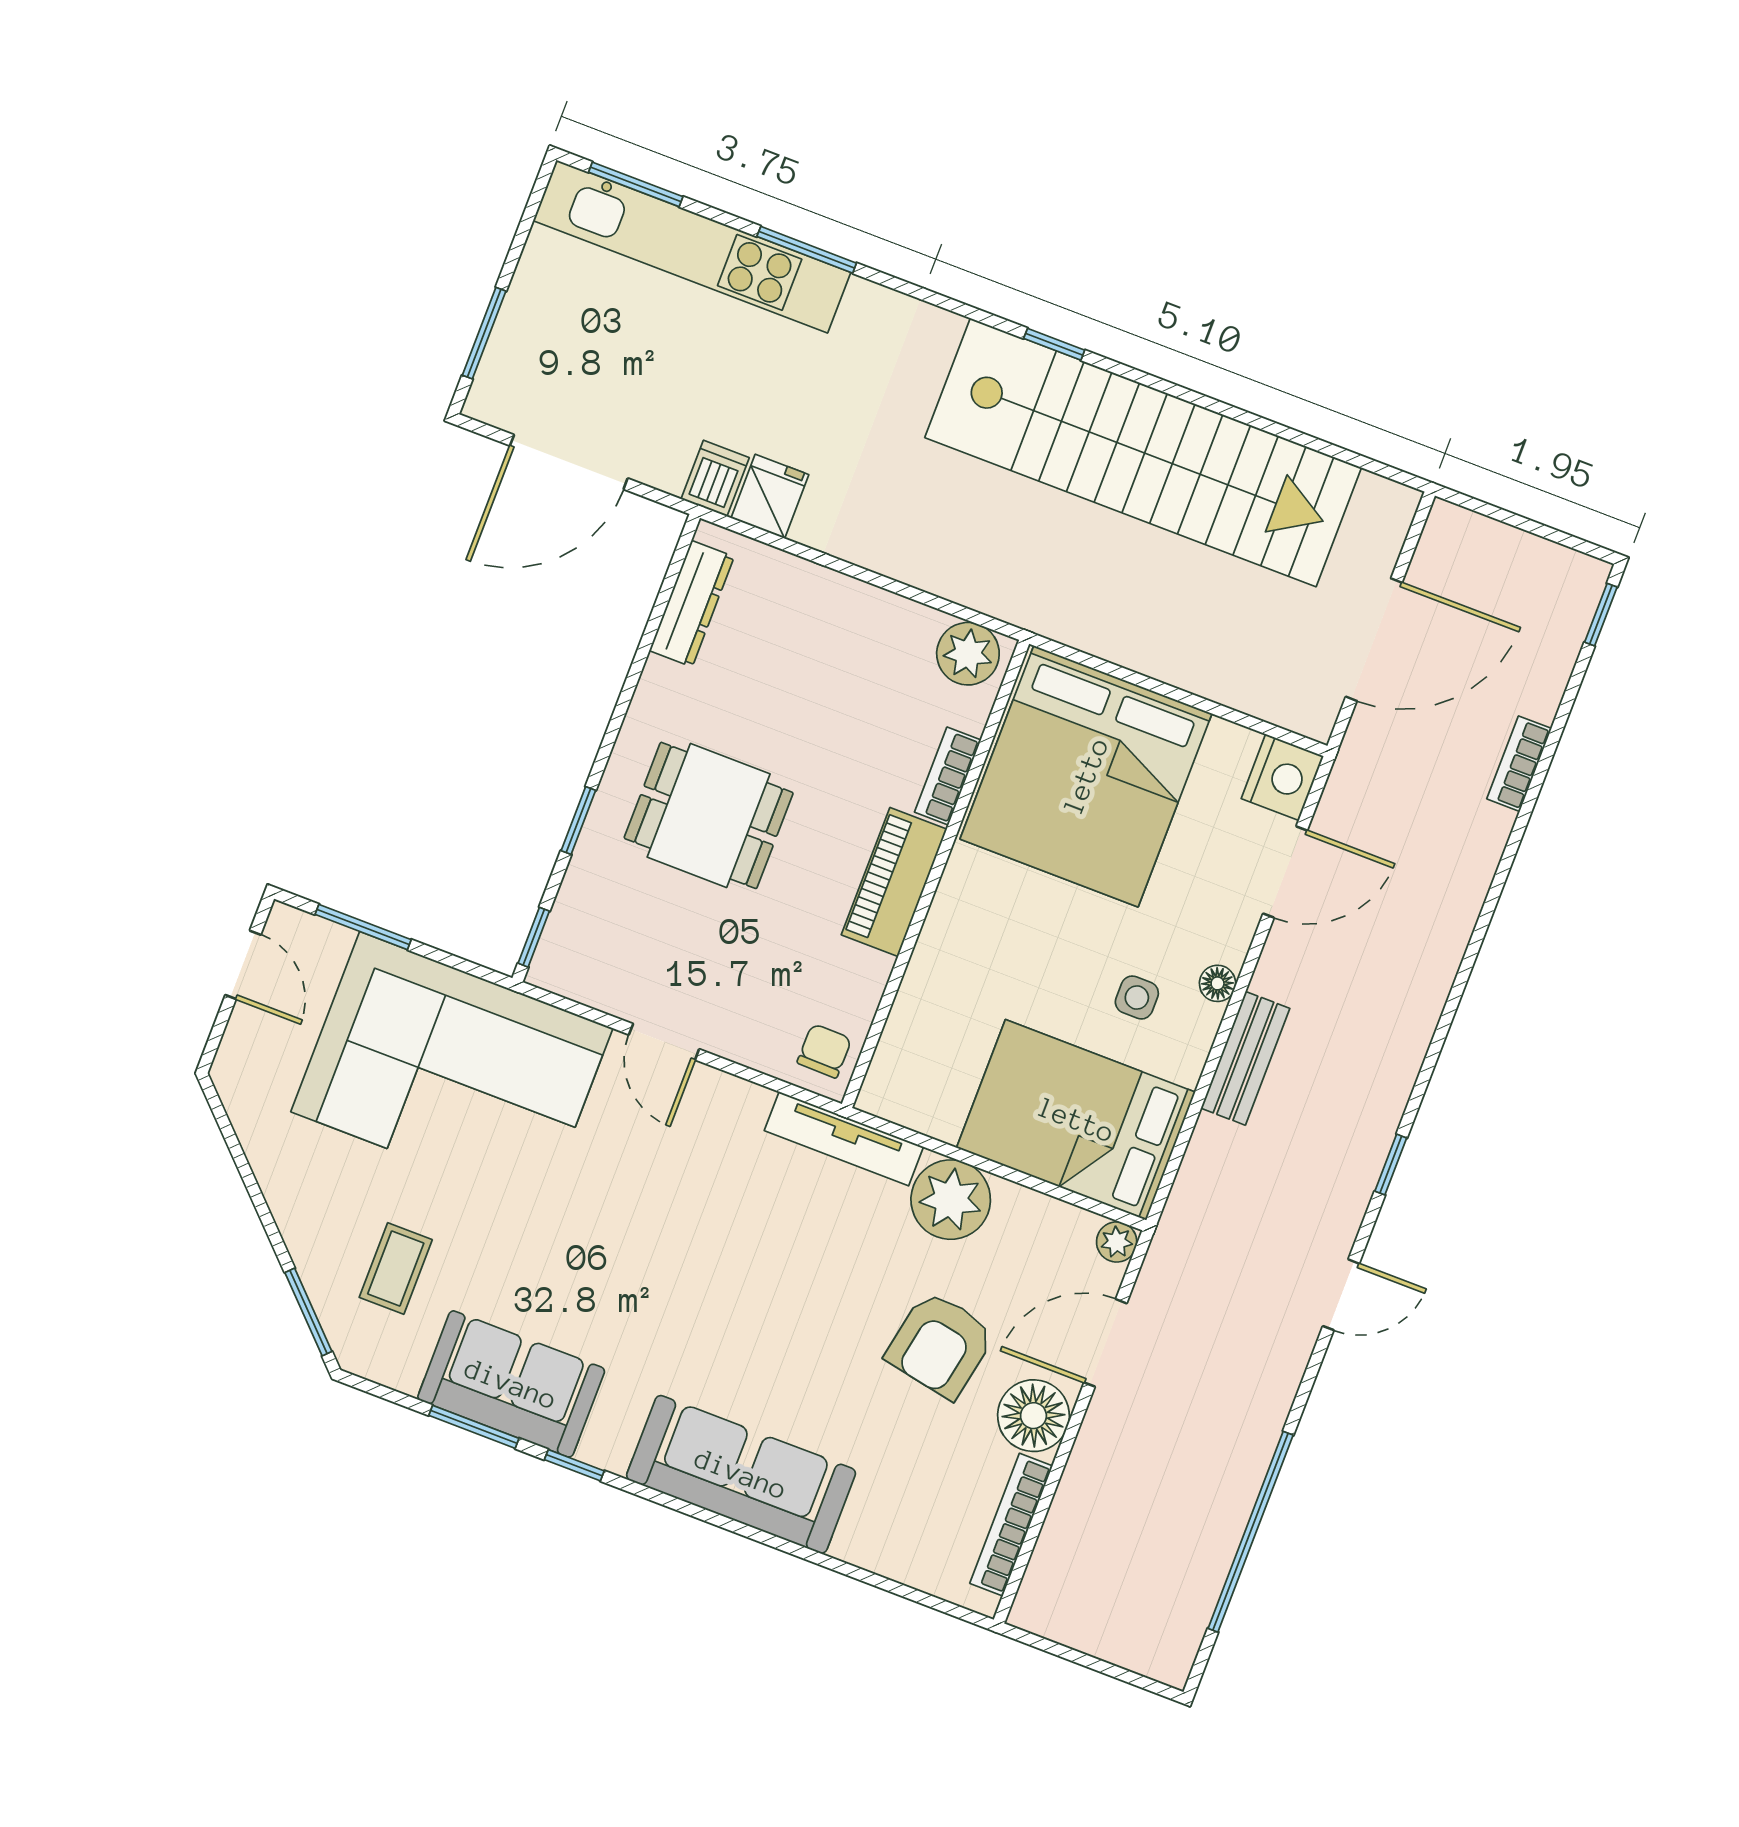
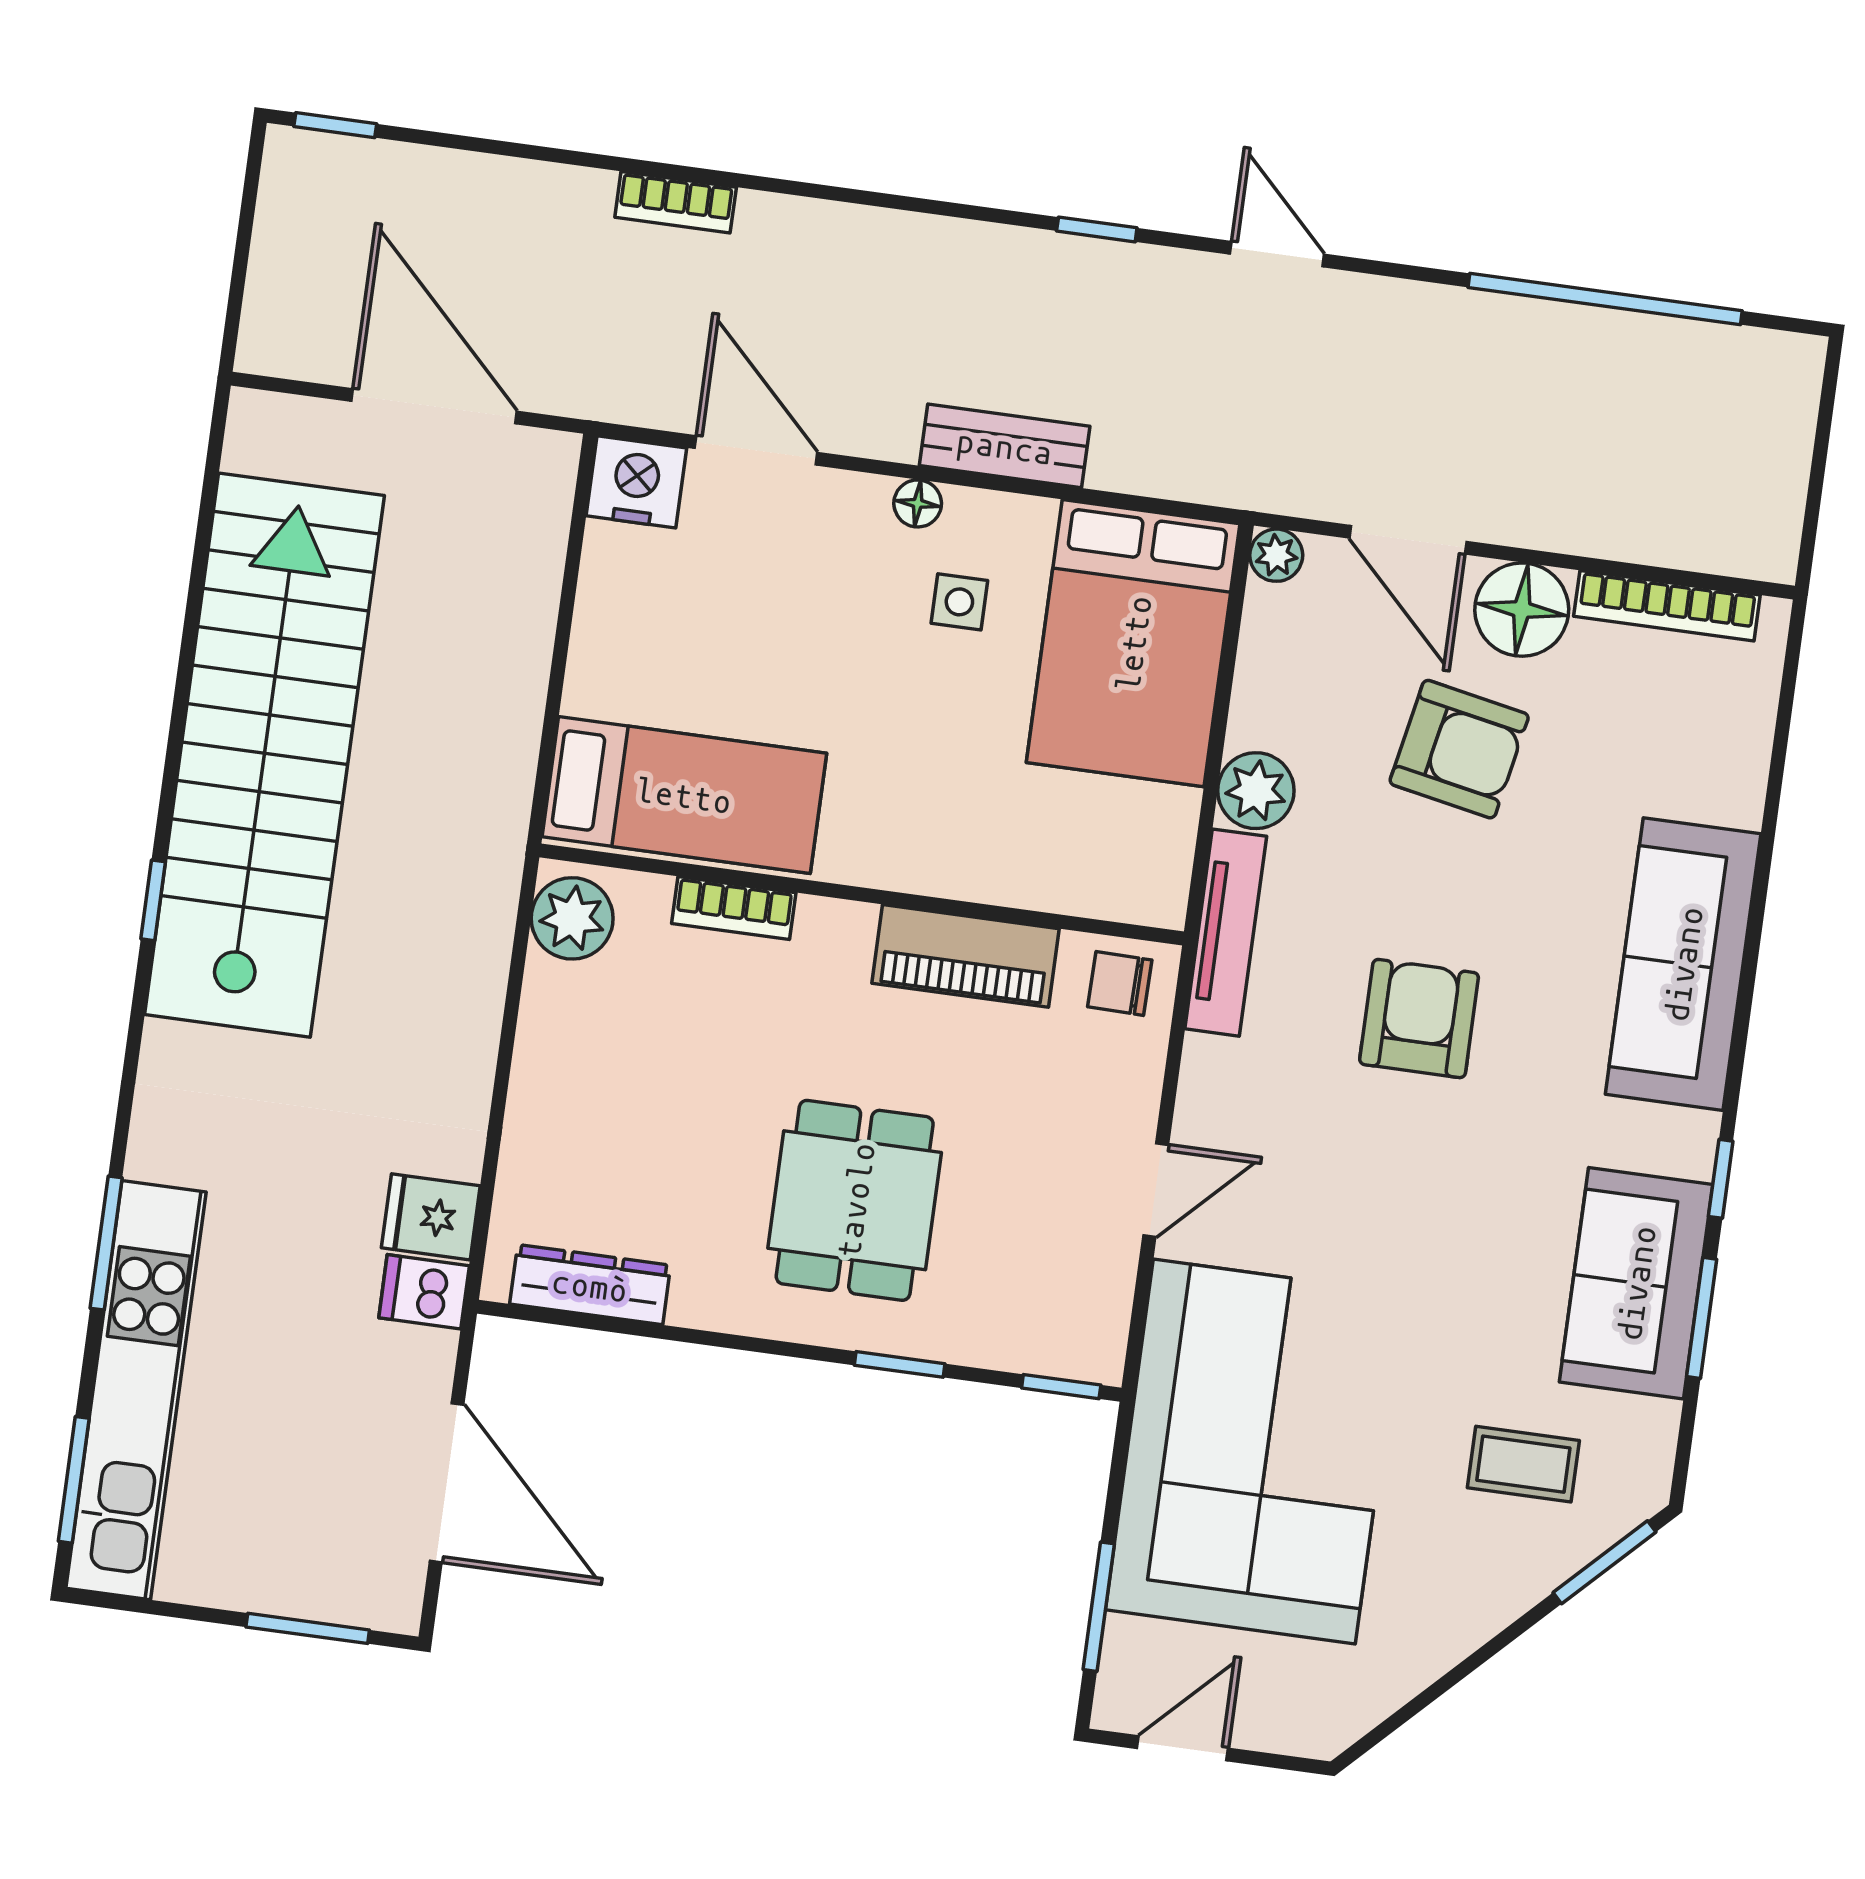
bookcase: (1519, 764) -> (676, 202), moved
bed: (1086, 776) -> (684, 795), width x0.49
piano: (894, 882) -> (965, 956), moved
plant: (951, 1200) -> (1256, 791), width x0.73, depth x0.73
armchair: (746, 1268) -> (1419, 1019), added

